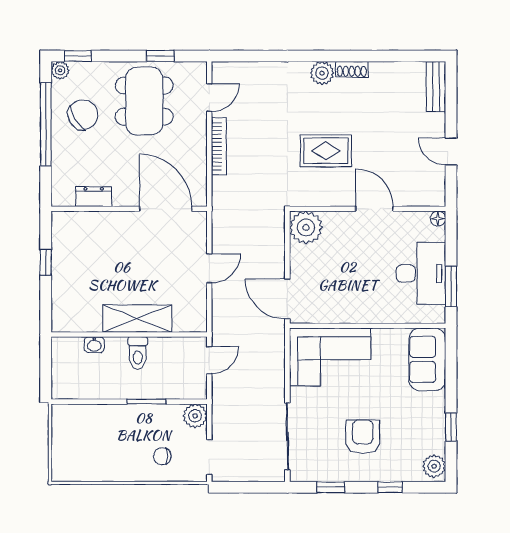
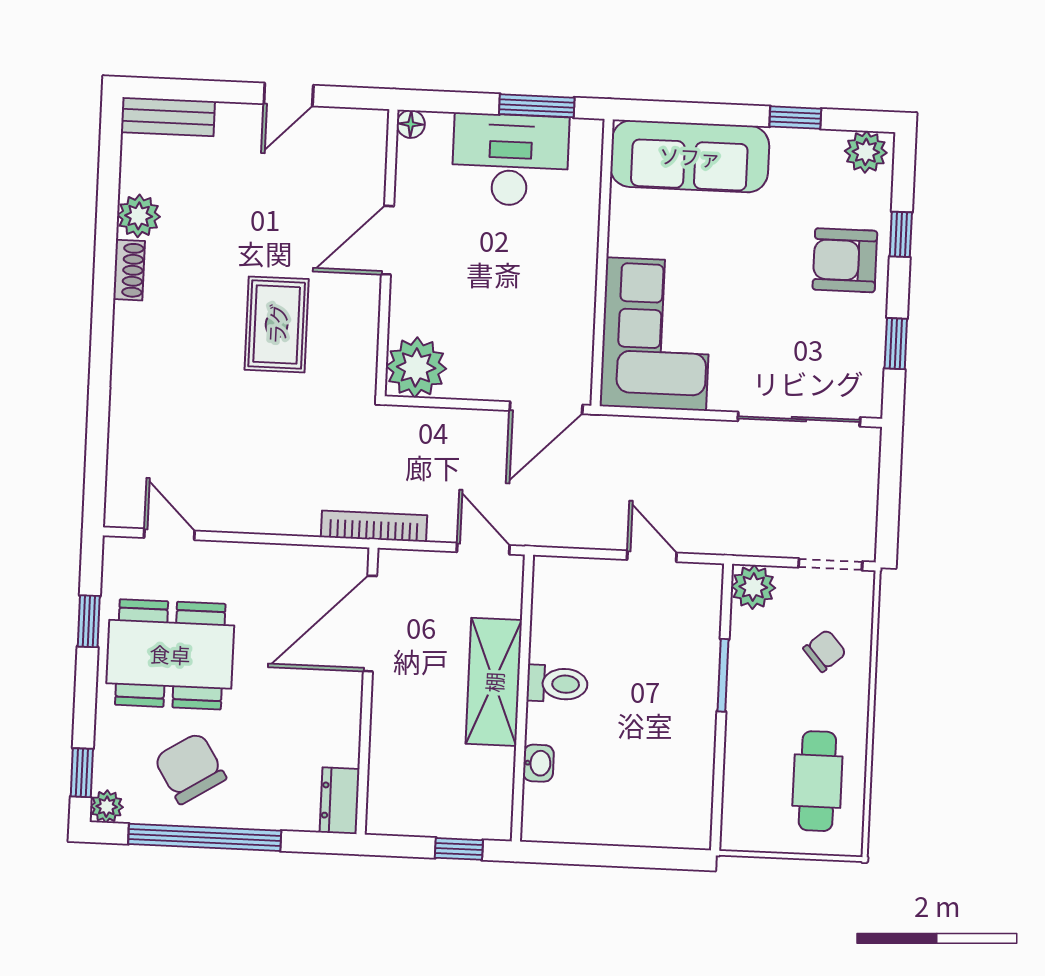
plant: (322, 73) -> (139, 216), moved
bookcase: (219, 146) -> (374, 526), moved
dresser: (94, 197) -> (340, 801), moved
shelving: (137, 319) -> (494, 682), moved
wall: (129, 334) -> (522, 698), moved
washbasin: (94, 345) -> (538, 763), moved
toilet: (138, 353) -> (557, 684), moved
sofa: (427, 359) -> (690, 156), width x1.36
armchair: (363, 437) -> (845, 260), moved
cafe table: (91, 455) -> (817, 781), added
chair: (162, 456) -> (825, 651), turned -131

